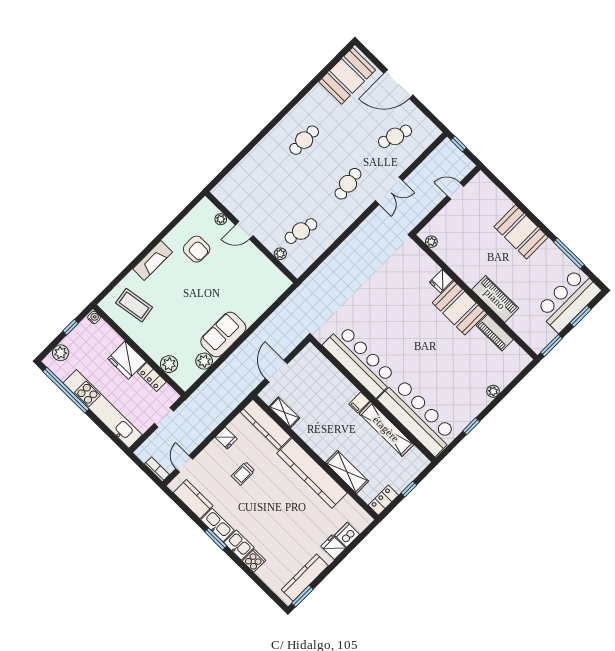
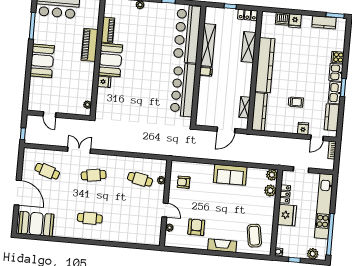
armchair: (258, 276) -> (184, 182), added
plant: (204, 361) -> (272, 175), moved
fridge: (226, 438) -> (303, 129), moved
kitchen counter: (305, 578) -> (324, 22), width x0.67

